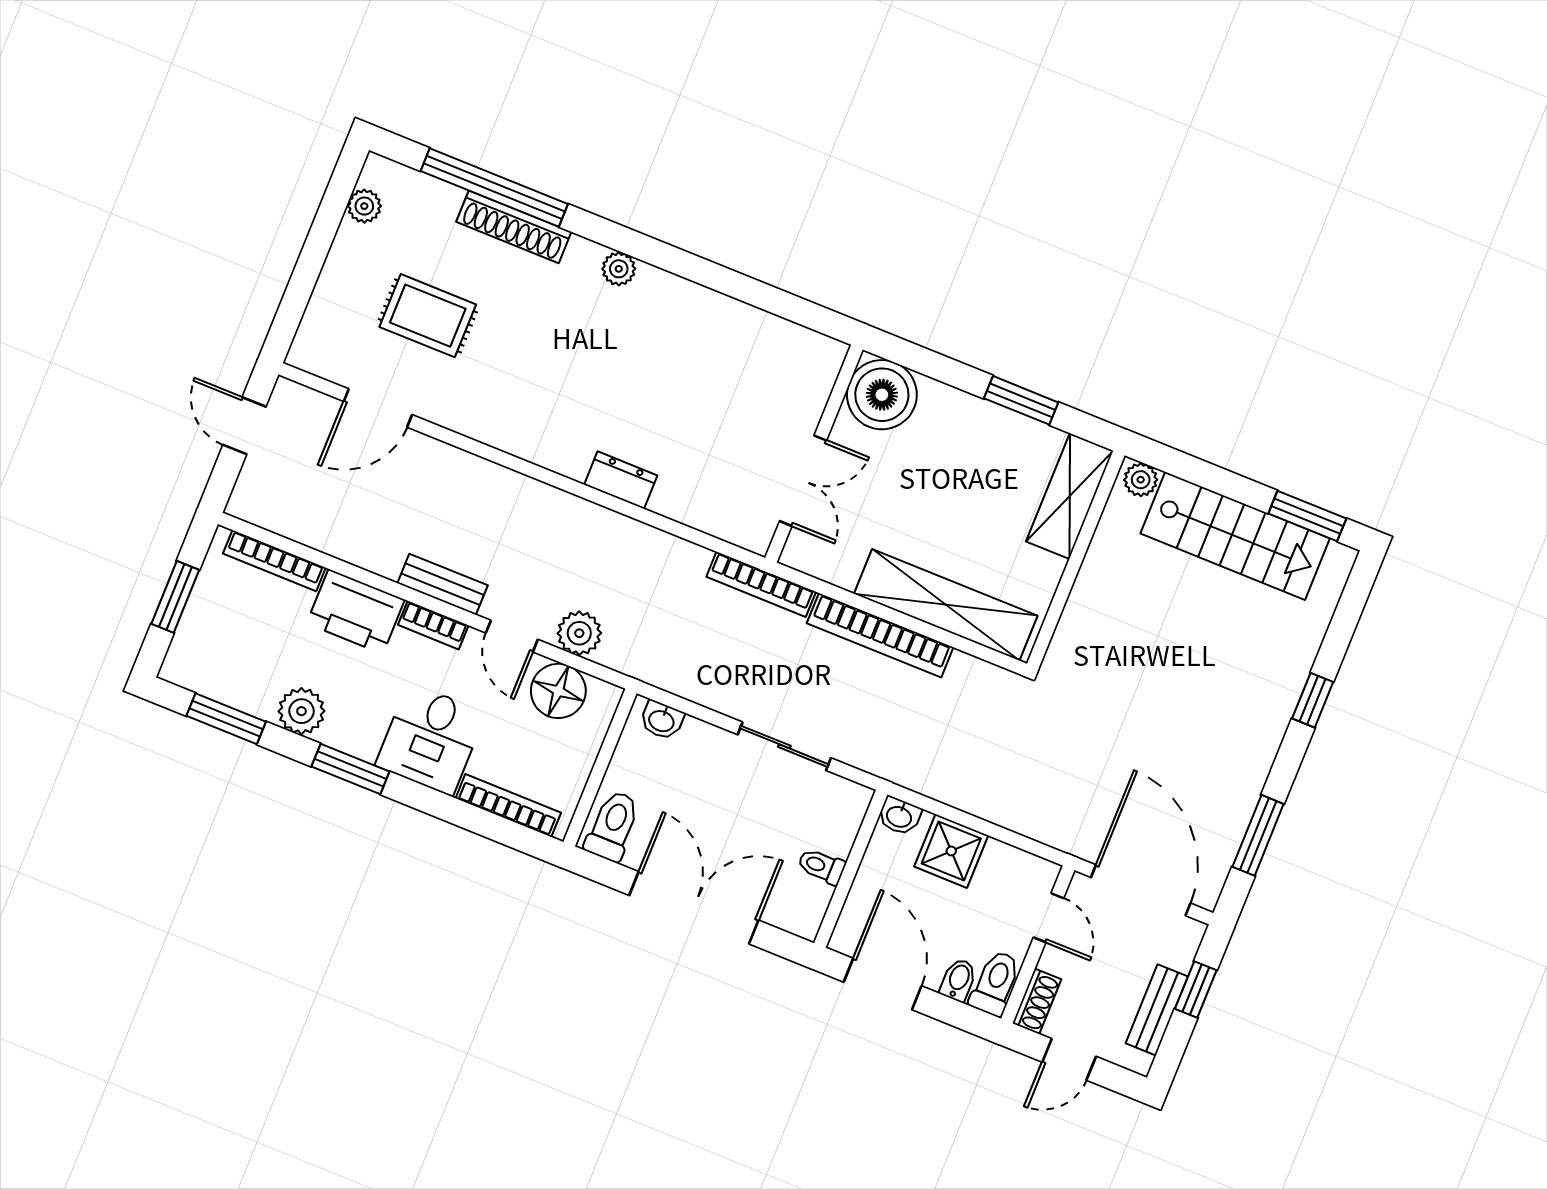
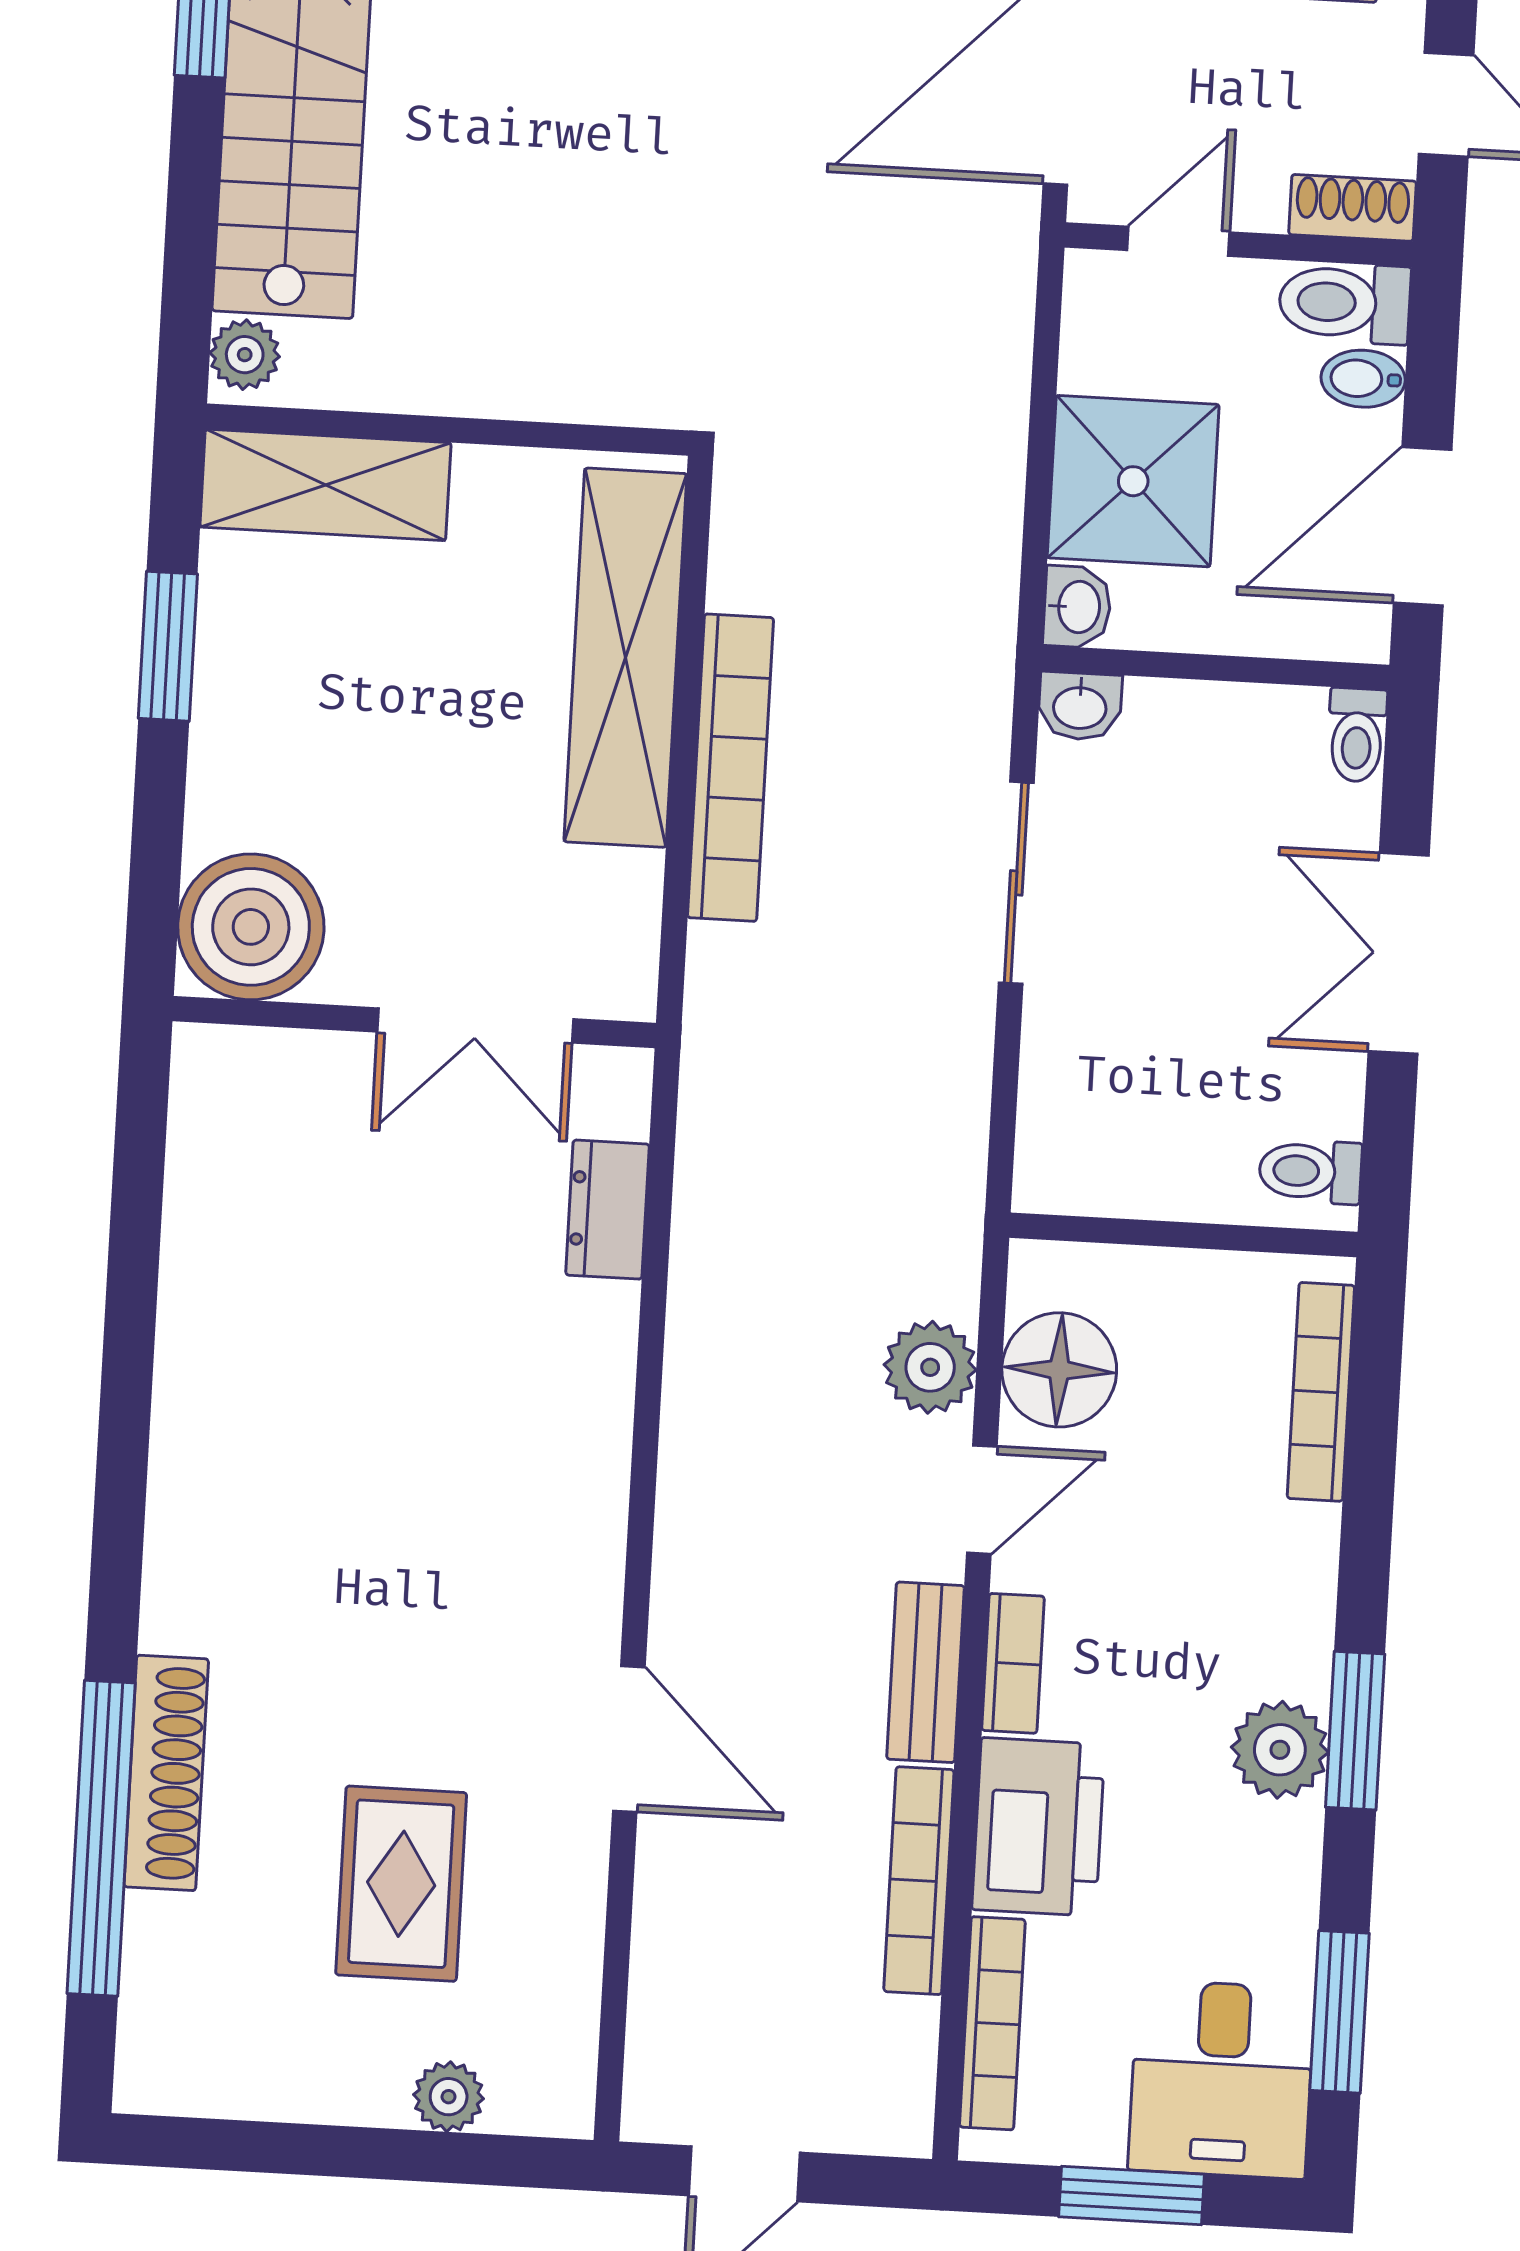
plant: (364, 206) -> (449, 2097), moved
plant: (619, 269) -> (179, 1536), removed
door: (378, 408) -> (629, 1739), moved
dresser: (621, 480) -> (608, 1210), moved
double door: (803, 481) -> (475, 1025), swing flipped
bookcase: (761, 584) -> (919, 1881), moved, turned 180
plant: (302, 711) -> (1280, 1750), moved
washbasin: (662, 720) -> (1080, 706), moved, turned 90
desk: (431, 739) -> (1221, 2079), moved, turned 90
toilet: (613, 826) -> (1310, 1171), width x0.73, depth x0.72
shower: (951, 851) -> (1133, 481), width x1.36, depth x1.36
toilet: (821, 866) -> (1357, 735), moved
double door: (694, 908) -> (1399, 953), width x0.73

